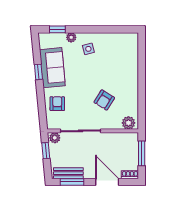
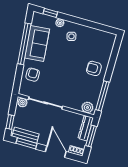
window: (38, 72) -> (24, 44), width x3.17
armchair: (104, 100) -> (94, 68), moved, turned 58
window: (142, 105) -> (102, 96), added
dresser: (133, 146) -> (86, 128), added
window: (46, 151) -> (10, 122), moved

